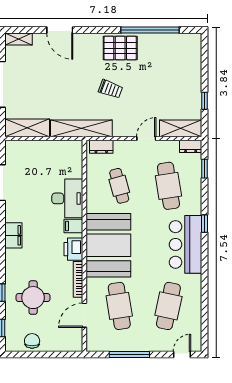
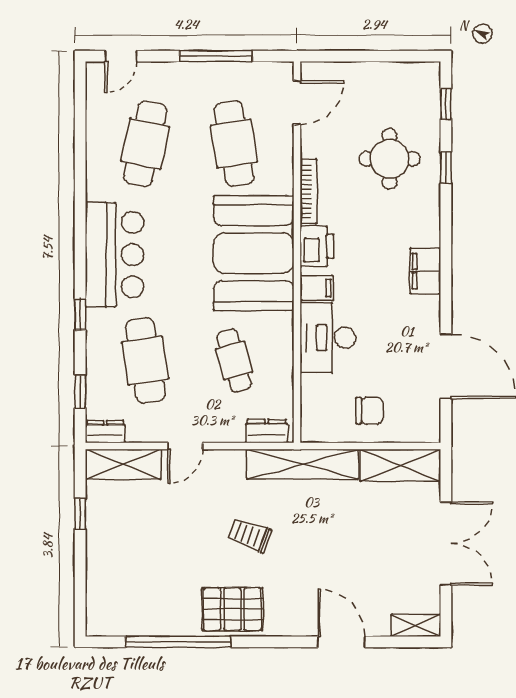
window: (204, 224) -> (80, 314), moved
door: (84, 315) -> (297, 103), moved
chair: (32, 341) -> (369, 411), moved, turned -90

